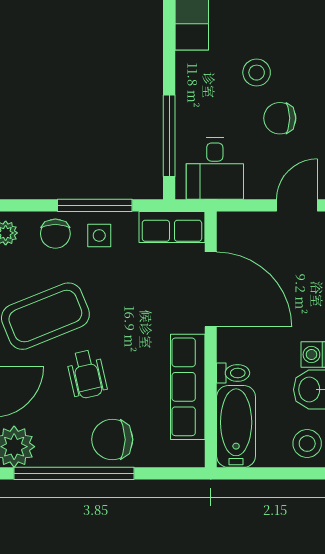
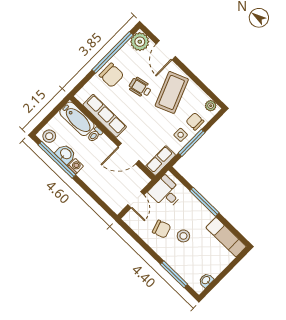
chair: (280, 118) -> (162, 229), turned 71
window: (169, 136) -> (204, 202), moved
door: (297, 205) -> (136, 200), moved
door: (211, 289) -> (129, 154), width x0.73
chair: (112, 440) -> (111, 75), turned 90

